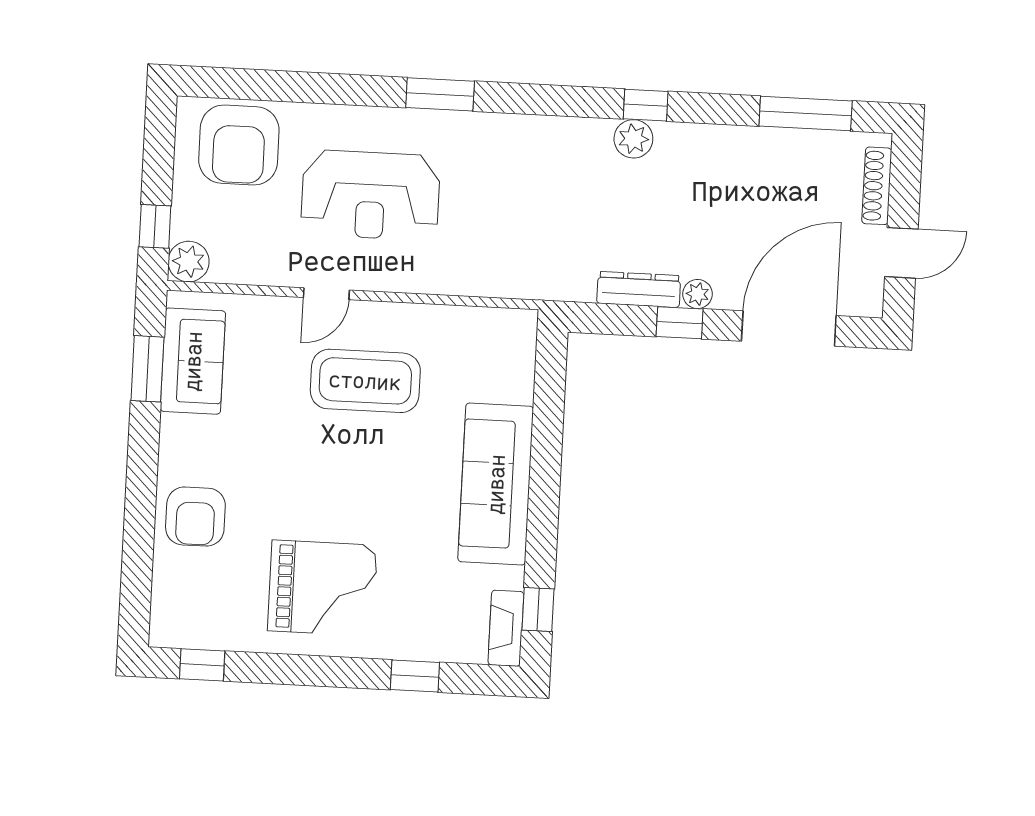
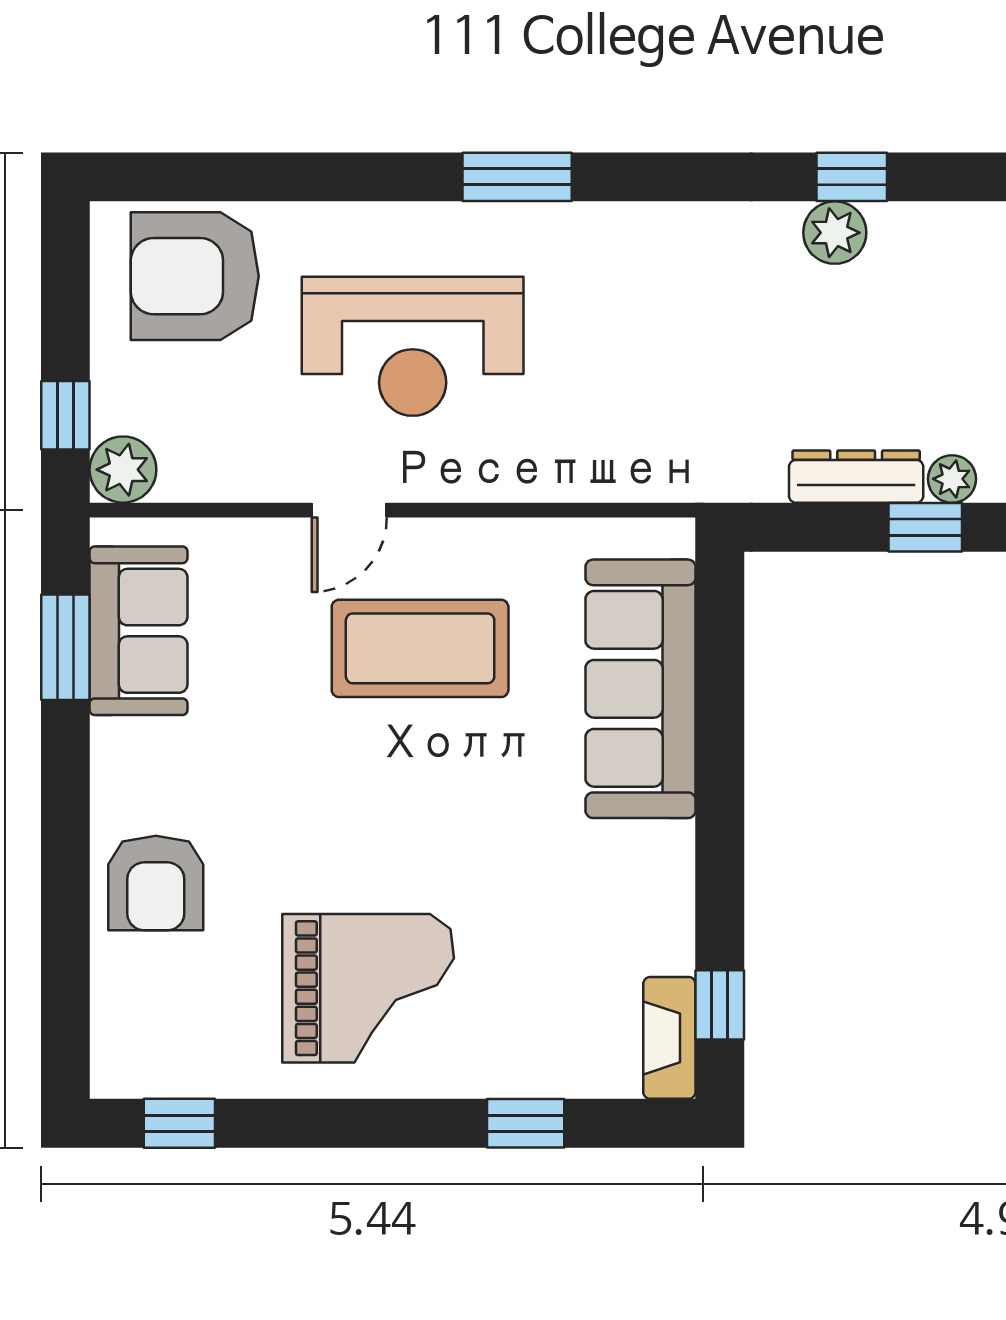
armchair: (239, 145) -> (195, 276), turned 90
sofa: (496, 484) -> (641, 689), moved

